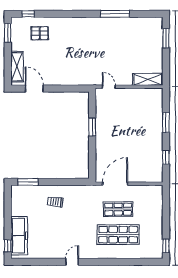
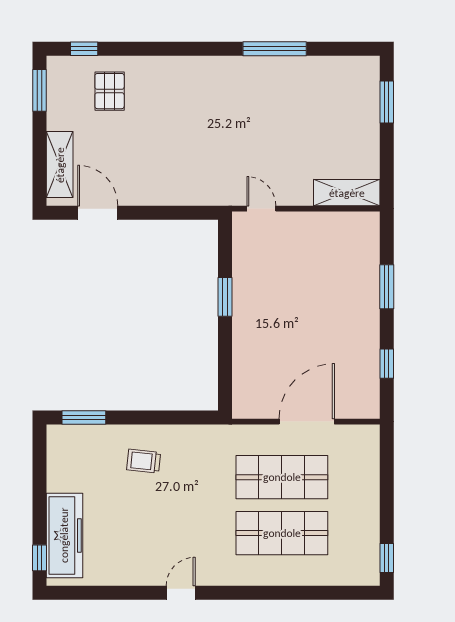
pallet: (40, 33) -> (110, 91), turned 90
door: (115, 184) -> (307, 422), moved
shop shelf: (118, 209) -> (282, 477), width x1.43, depth x1.36

